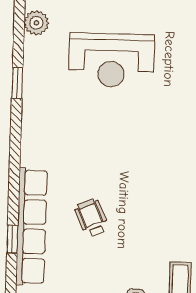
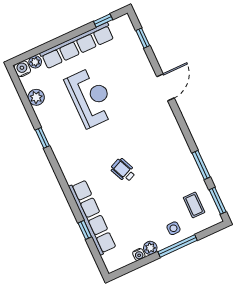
reception desk: (111, 60) -> (91, 97), turned -90
wheelchair: (92, 218) -> (123, 170), moved

